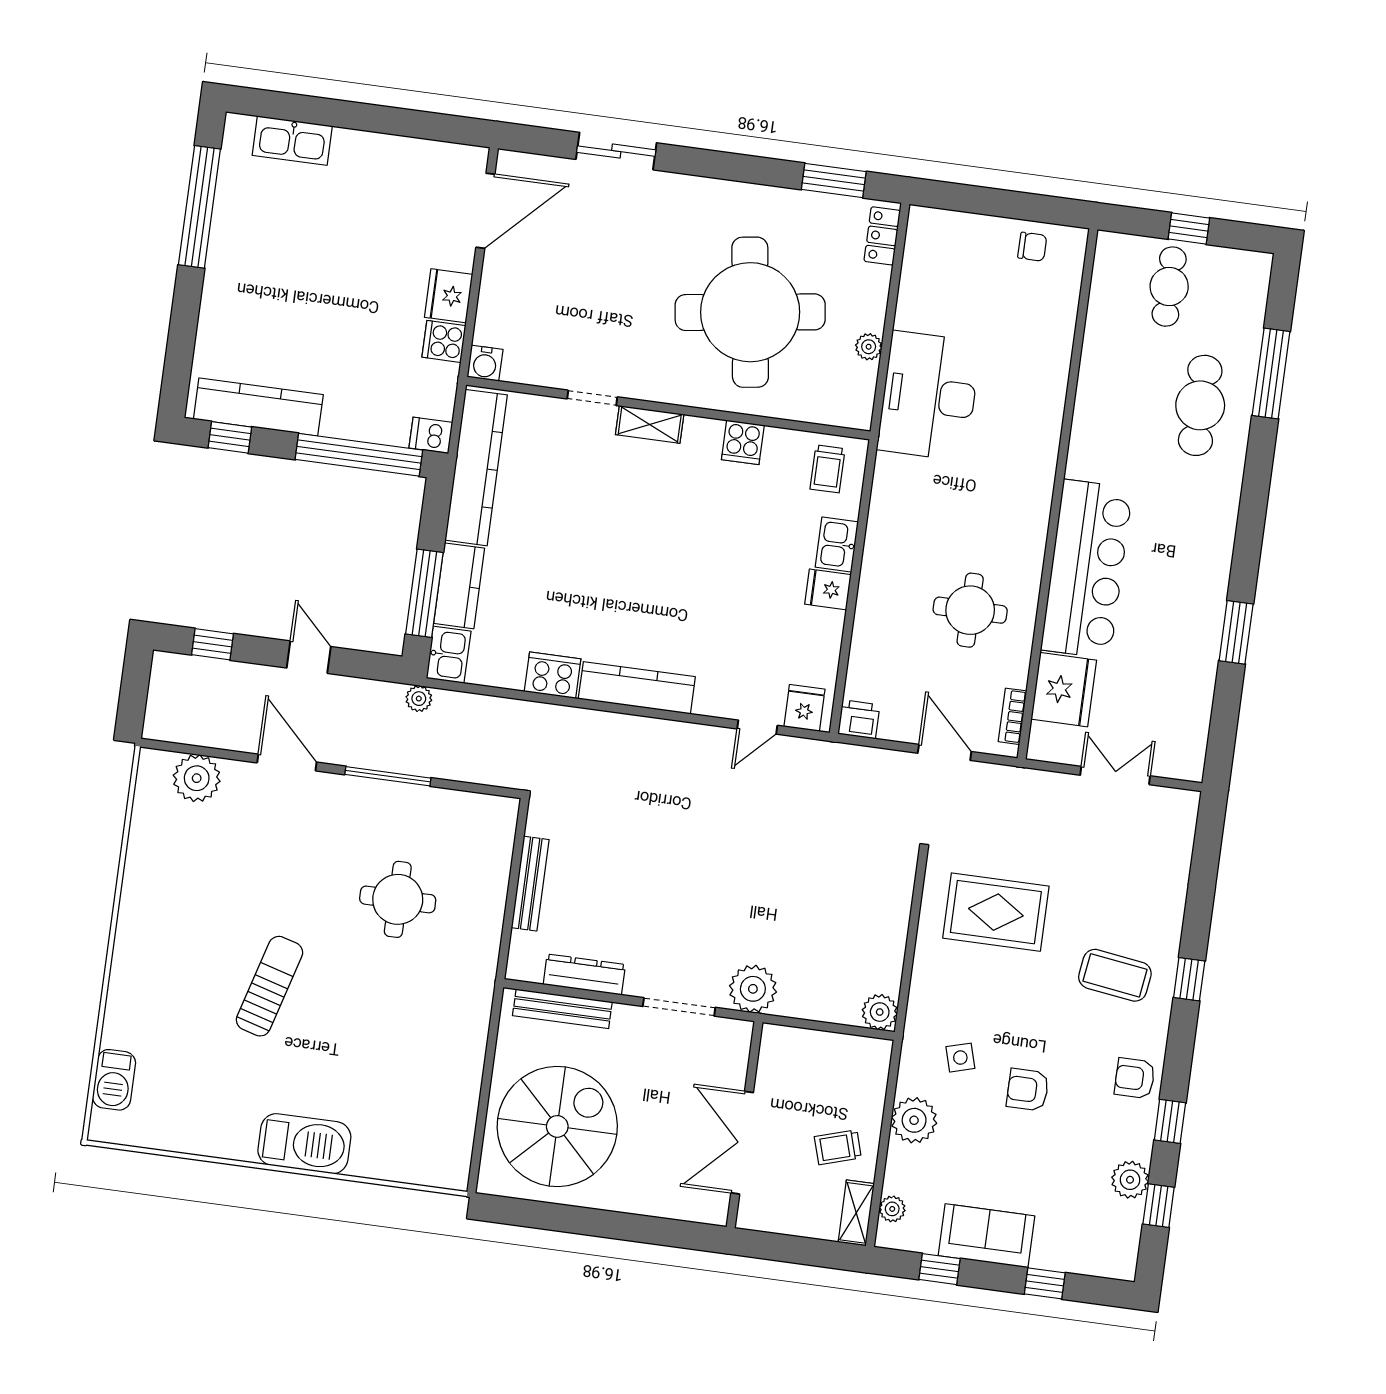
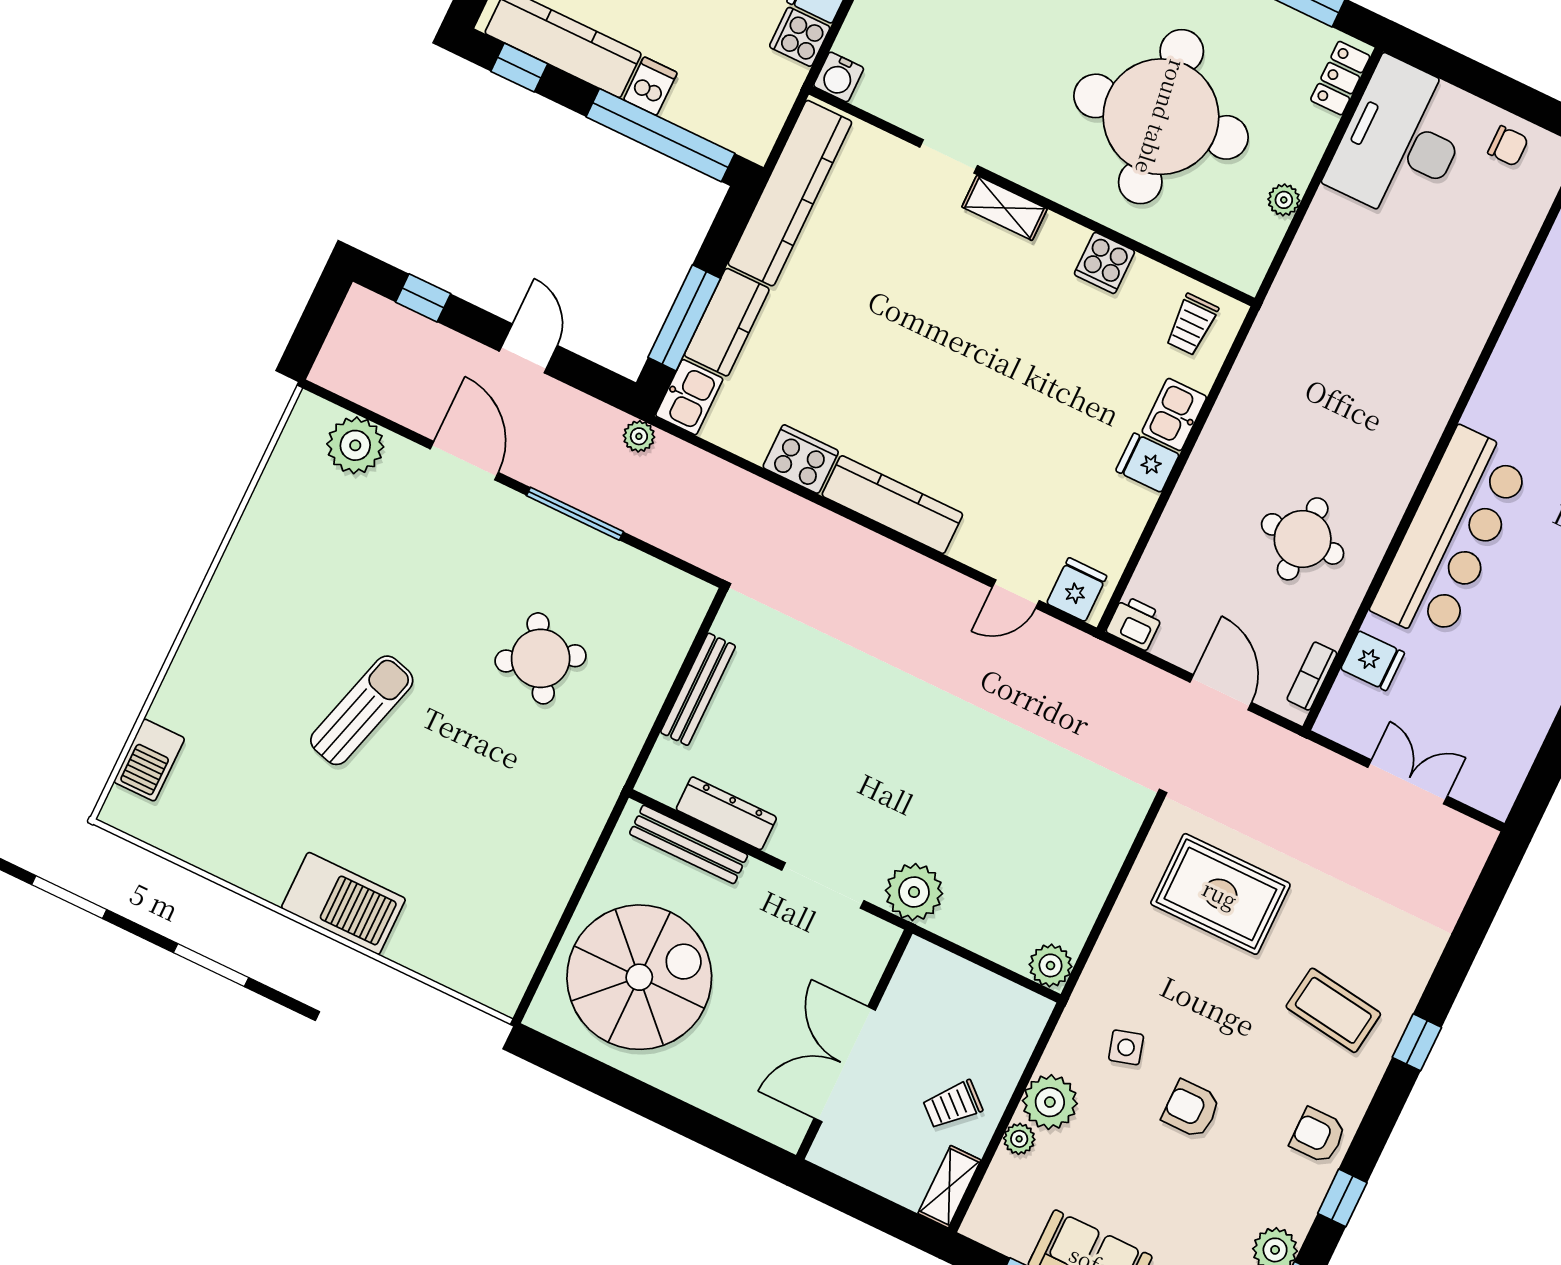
desk: (929, 396) -> (1401, 141), moved
dishwasher: (431, 435) -> (650, 86), moved, turned 90
fridge: (1064, 690) -> (1373, 661), width x0.53, depth x0.75
round table: (398, 899) -> (541, 658), turned -30
trolley: (838, 1147) -> (953, 1105), turned -31
plant: (892, 1209) -> (1019, 1139), moved

